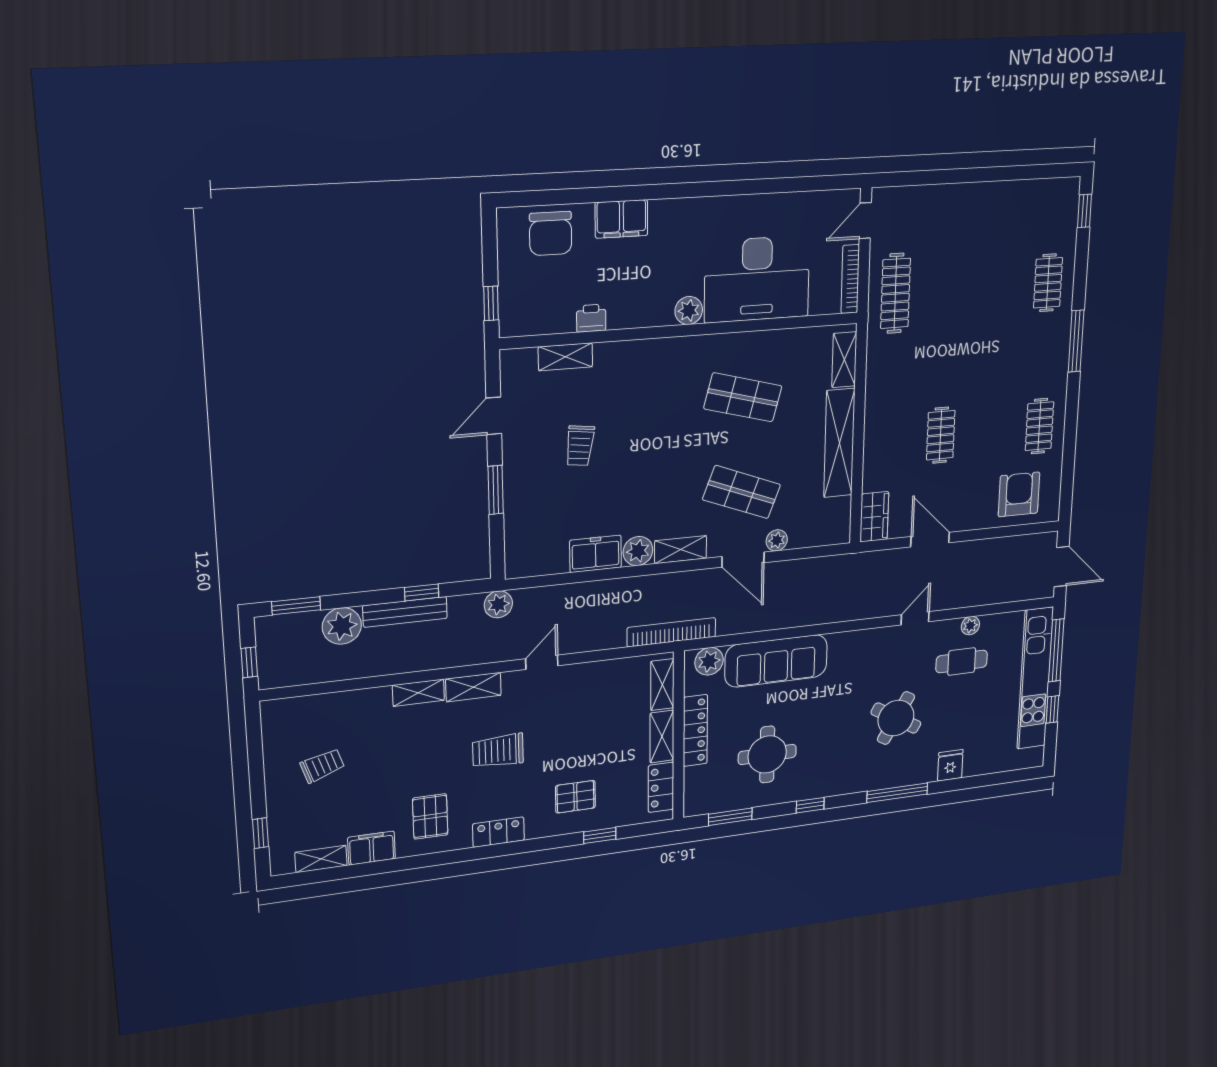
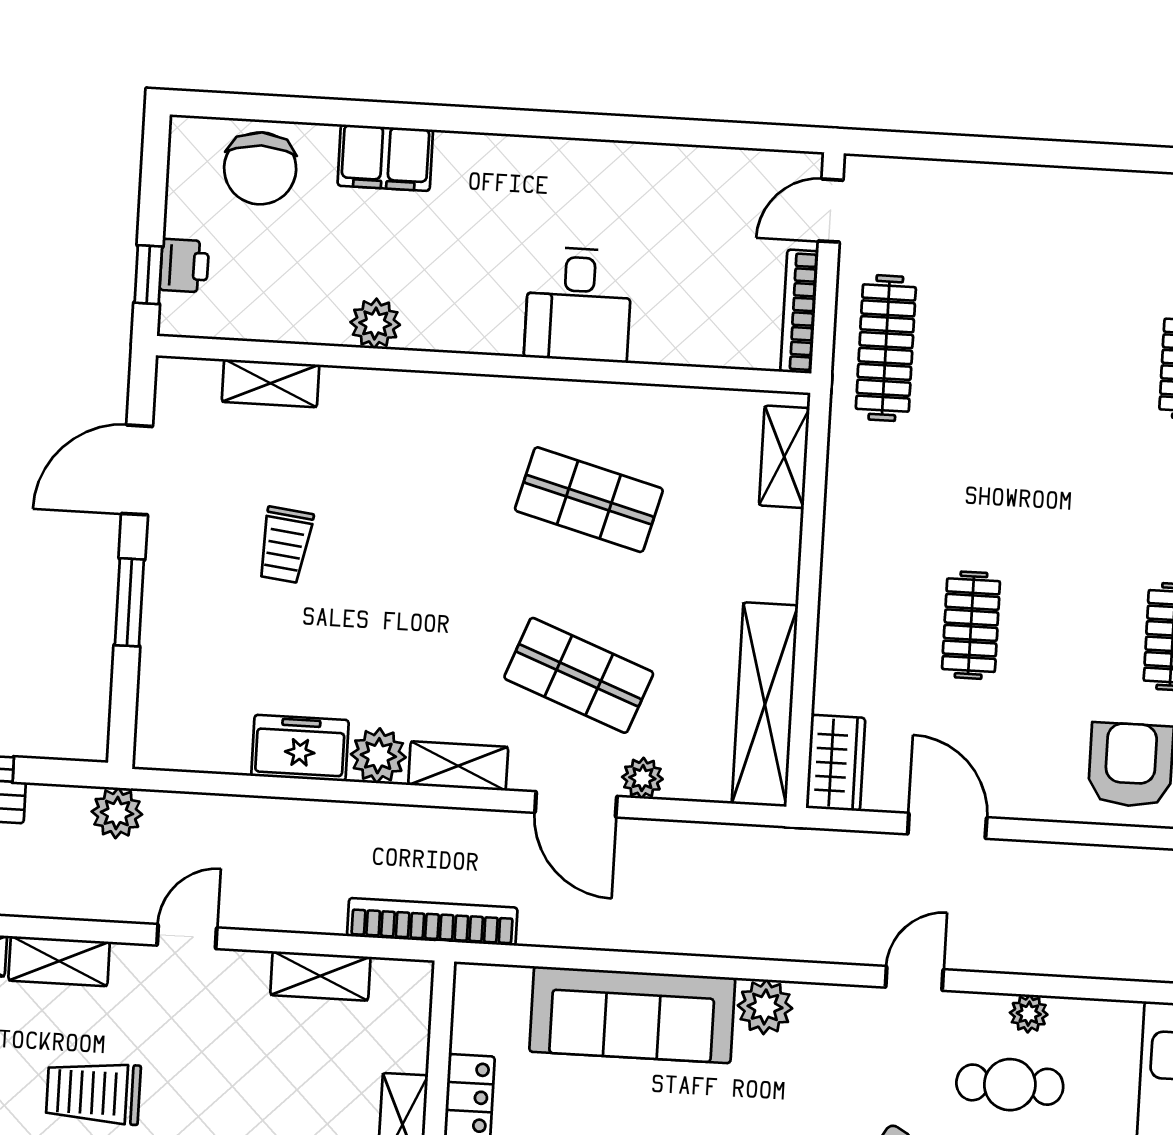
desk: (757, 279) -> (578, 304), width x0.53, depth x0.77
plant: (689, 311) -> (375, 323), moved
printer: (591, 318) -> (184, 266), moved, turned 90
door: (494, 416) -> (137, 470), width x1.38
shelving: (839, 443) -> (765, 705), moved
plant: (709, 661) -> (765, 1007), moved
shelving: (662, 685) -> (320, 976), moved, turned 90

